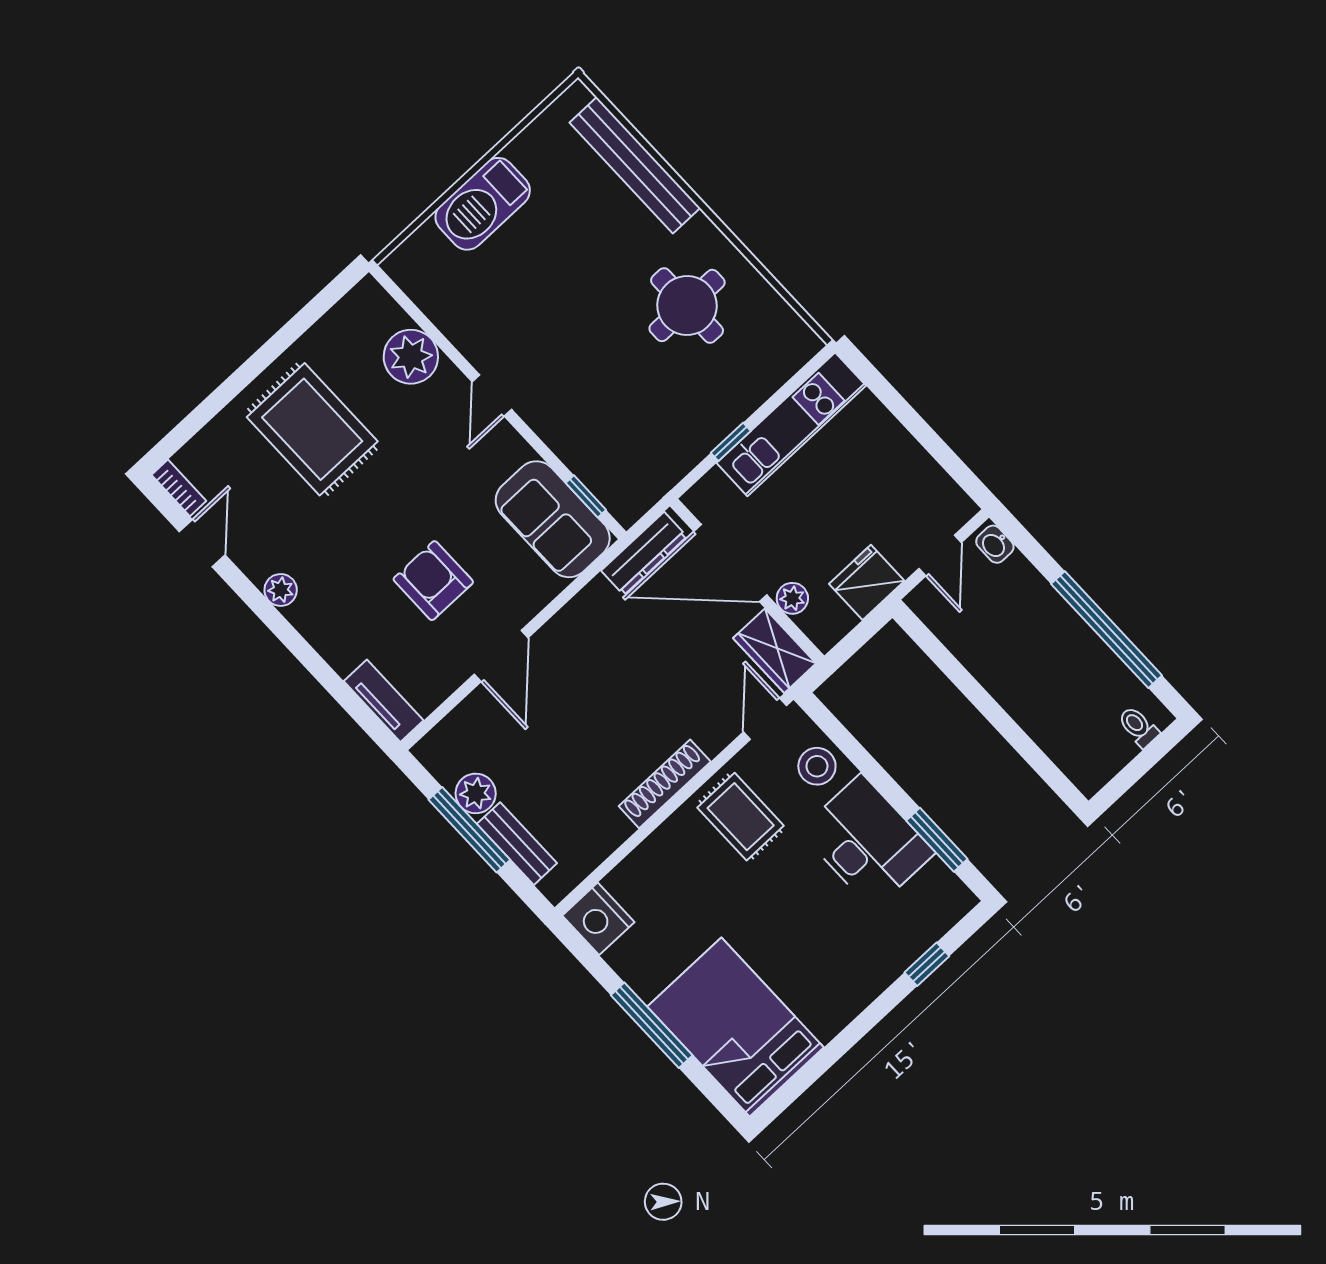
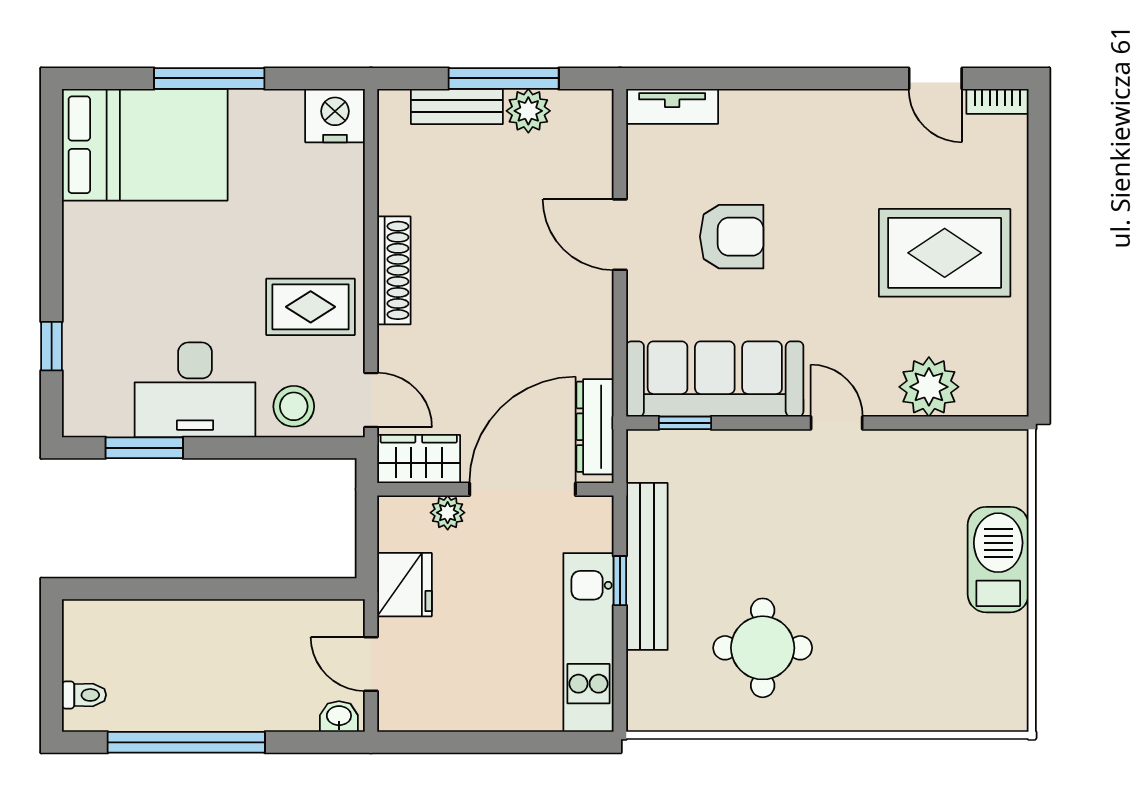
bench: (635, 165) -> (647, 566), moved, turned 90
sofa: (553, 519) -> (715, 379), width x1.36
plant: (281, 590) -> (839, 107), removed

